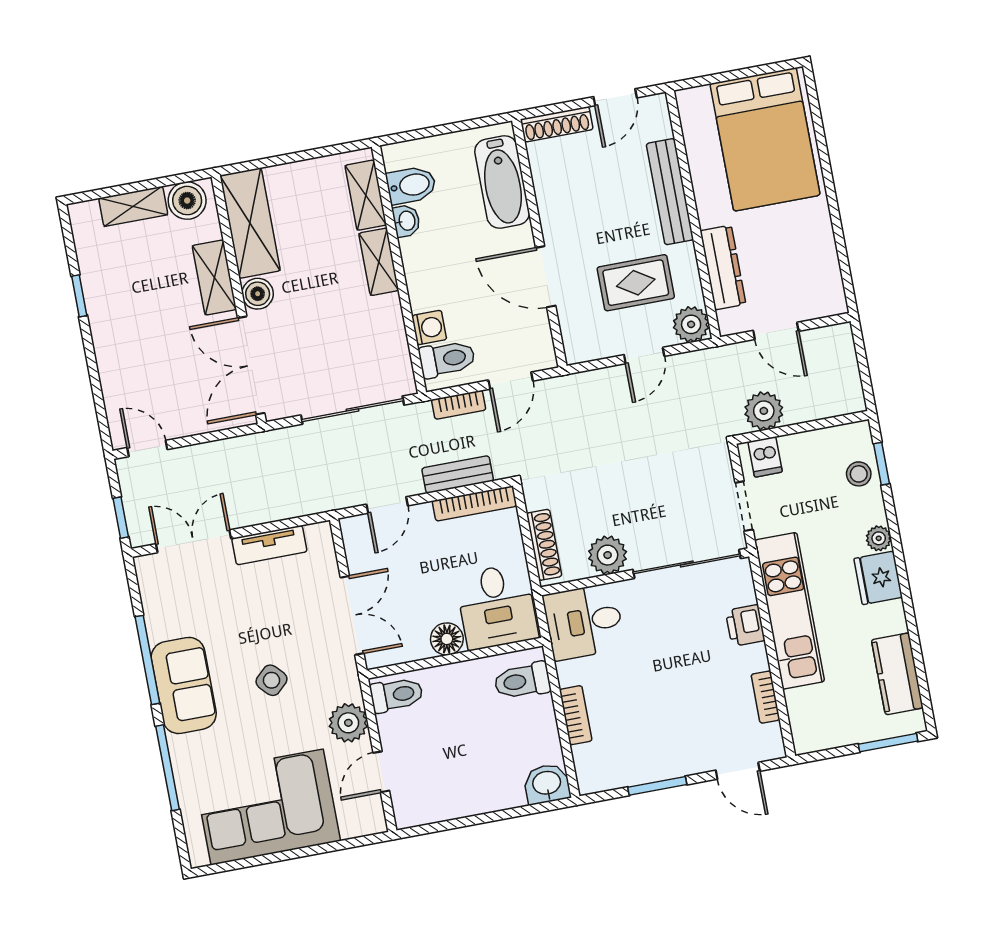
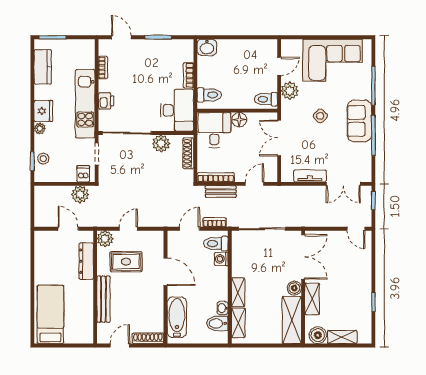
bed: (765, 139) -> (50, 314), width x0.67
desk: (584, 622) -> (177, 110), width x1.37

